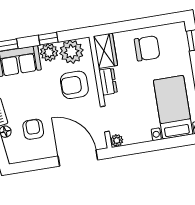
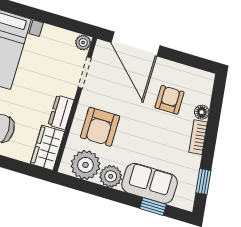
window: (48, 39) -> (104, 192), removed
armchair: (74, 85) -> (100, 127), turned 90
armchair: (33, 129) -> (170, 100), turned 180

